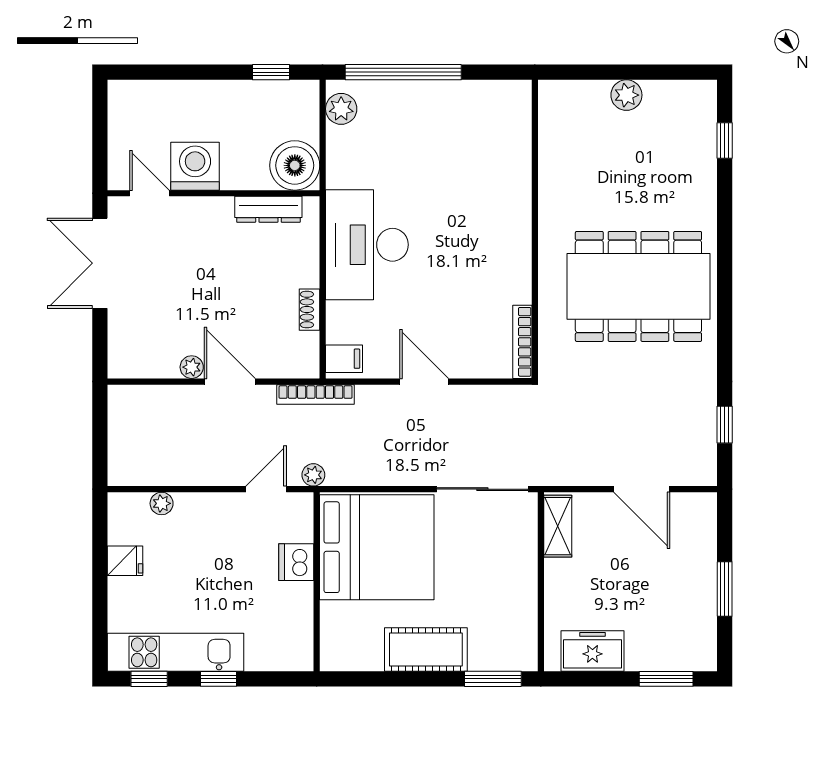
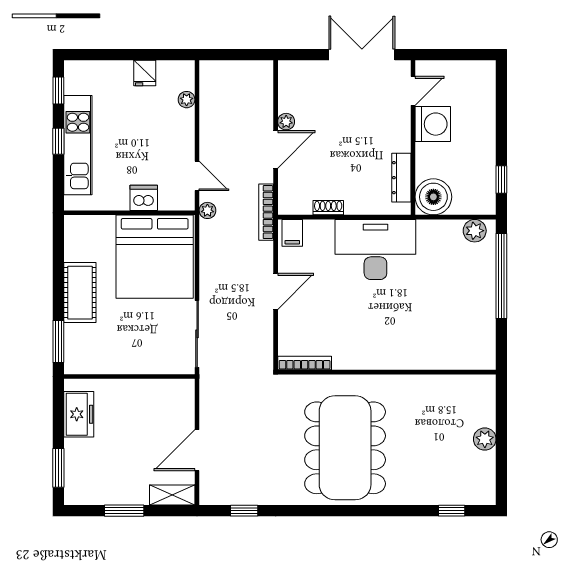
shelving: (558, 526) -> (172, 495), moved
kitchen unit: (175, 652) -> (78, 145), moved

